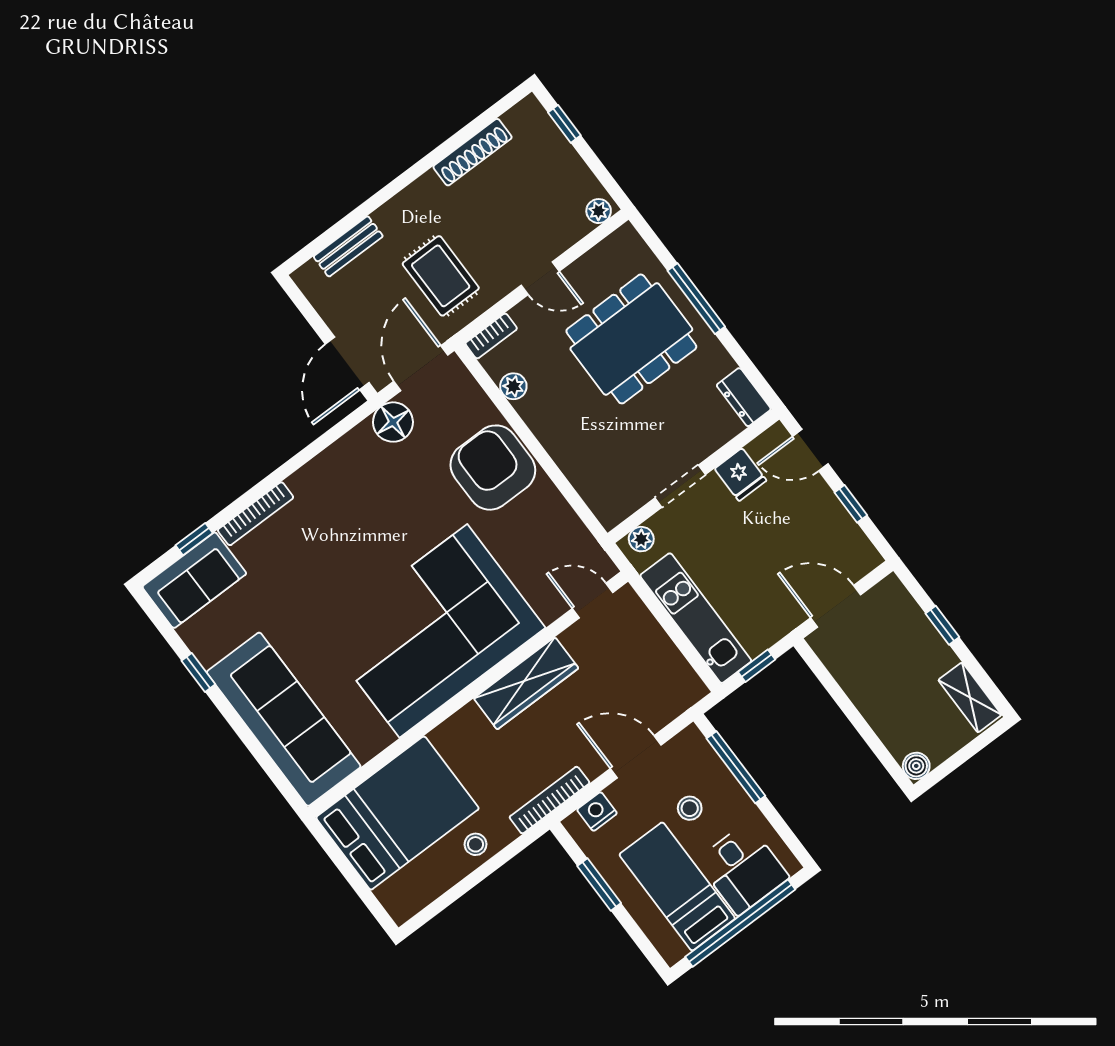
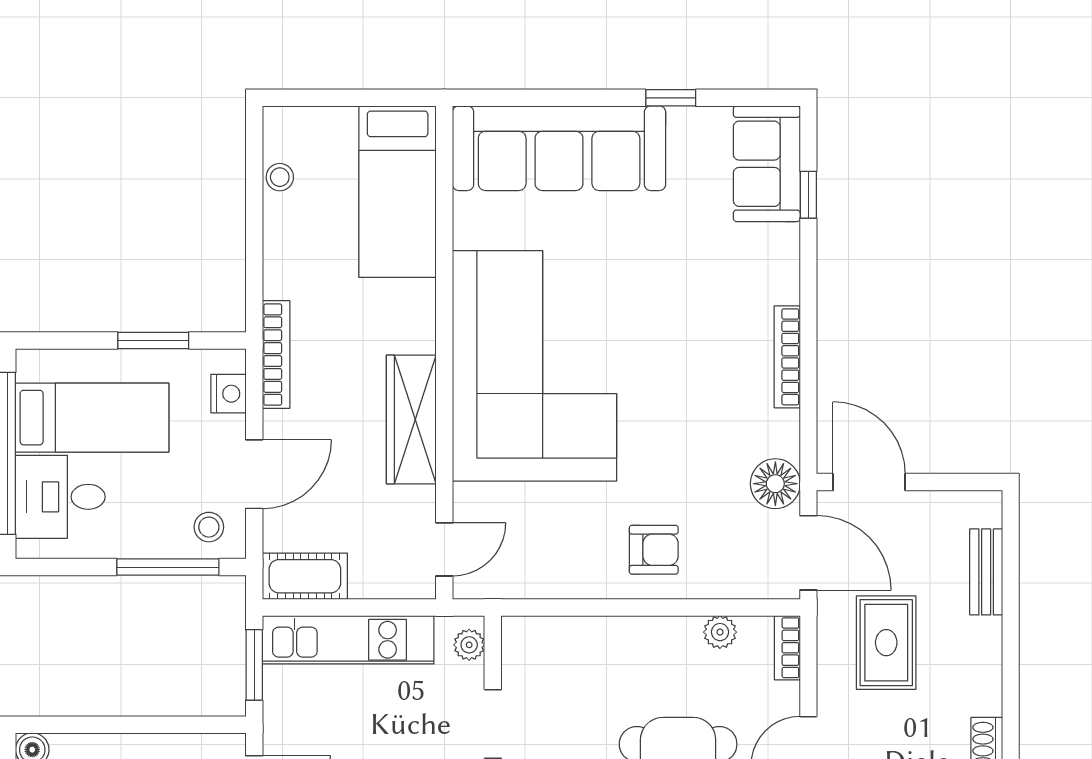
rug: (441, 276) -> (886, 643), turned 90
armchair: (493, 468) -> (654, 550), width x0.53, depth x0.53
bookcase: (256, 514) -> (787, 357), moved
window: (757, 666) -> (254, 665), width x1.50
cot: (676, 676) -> (305, 576), added
stool: (690, 808) -> (209, 527), moved
bed: (397, 813) -> (398, 192), width x0.67
stool: (476, 844) -> (280, 177), moved

